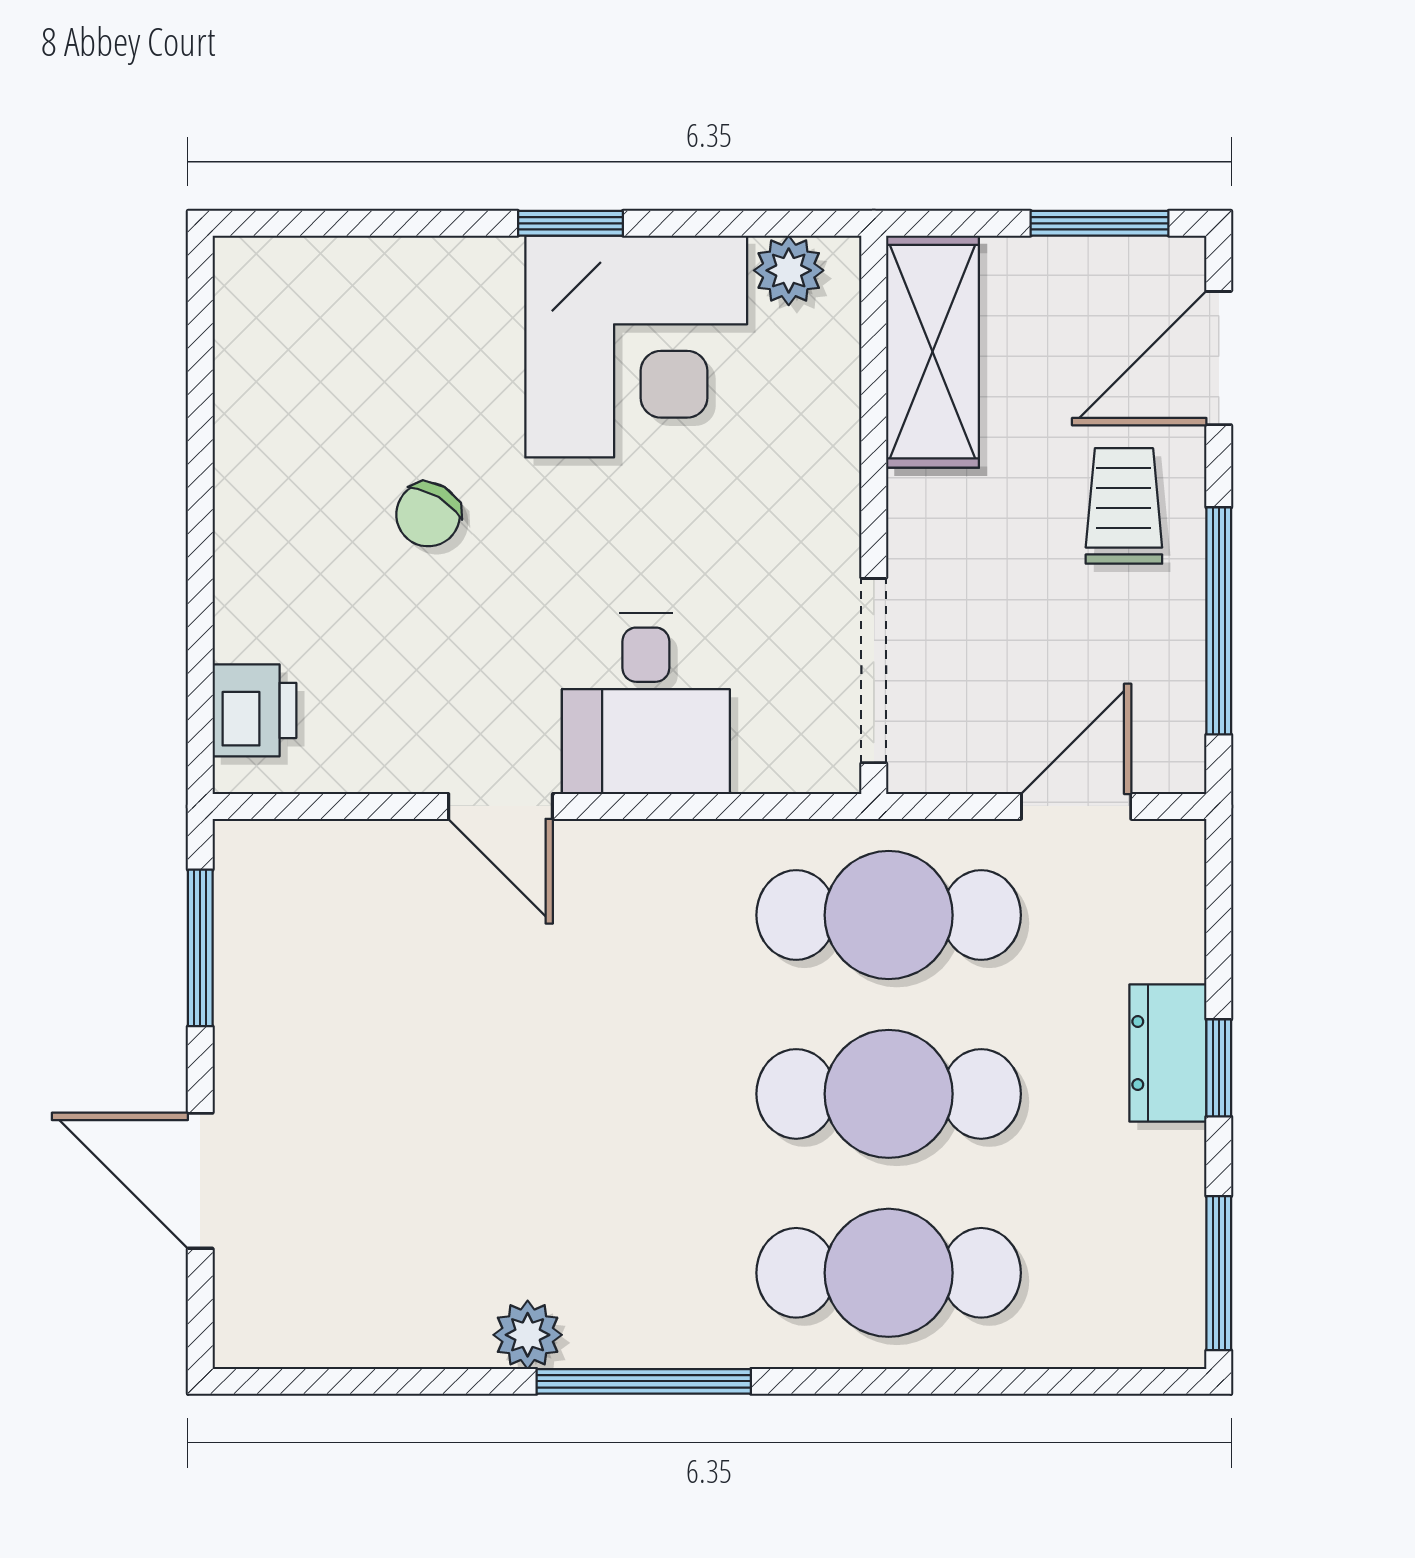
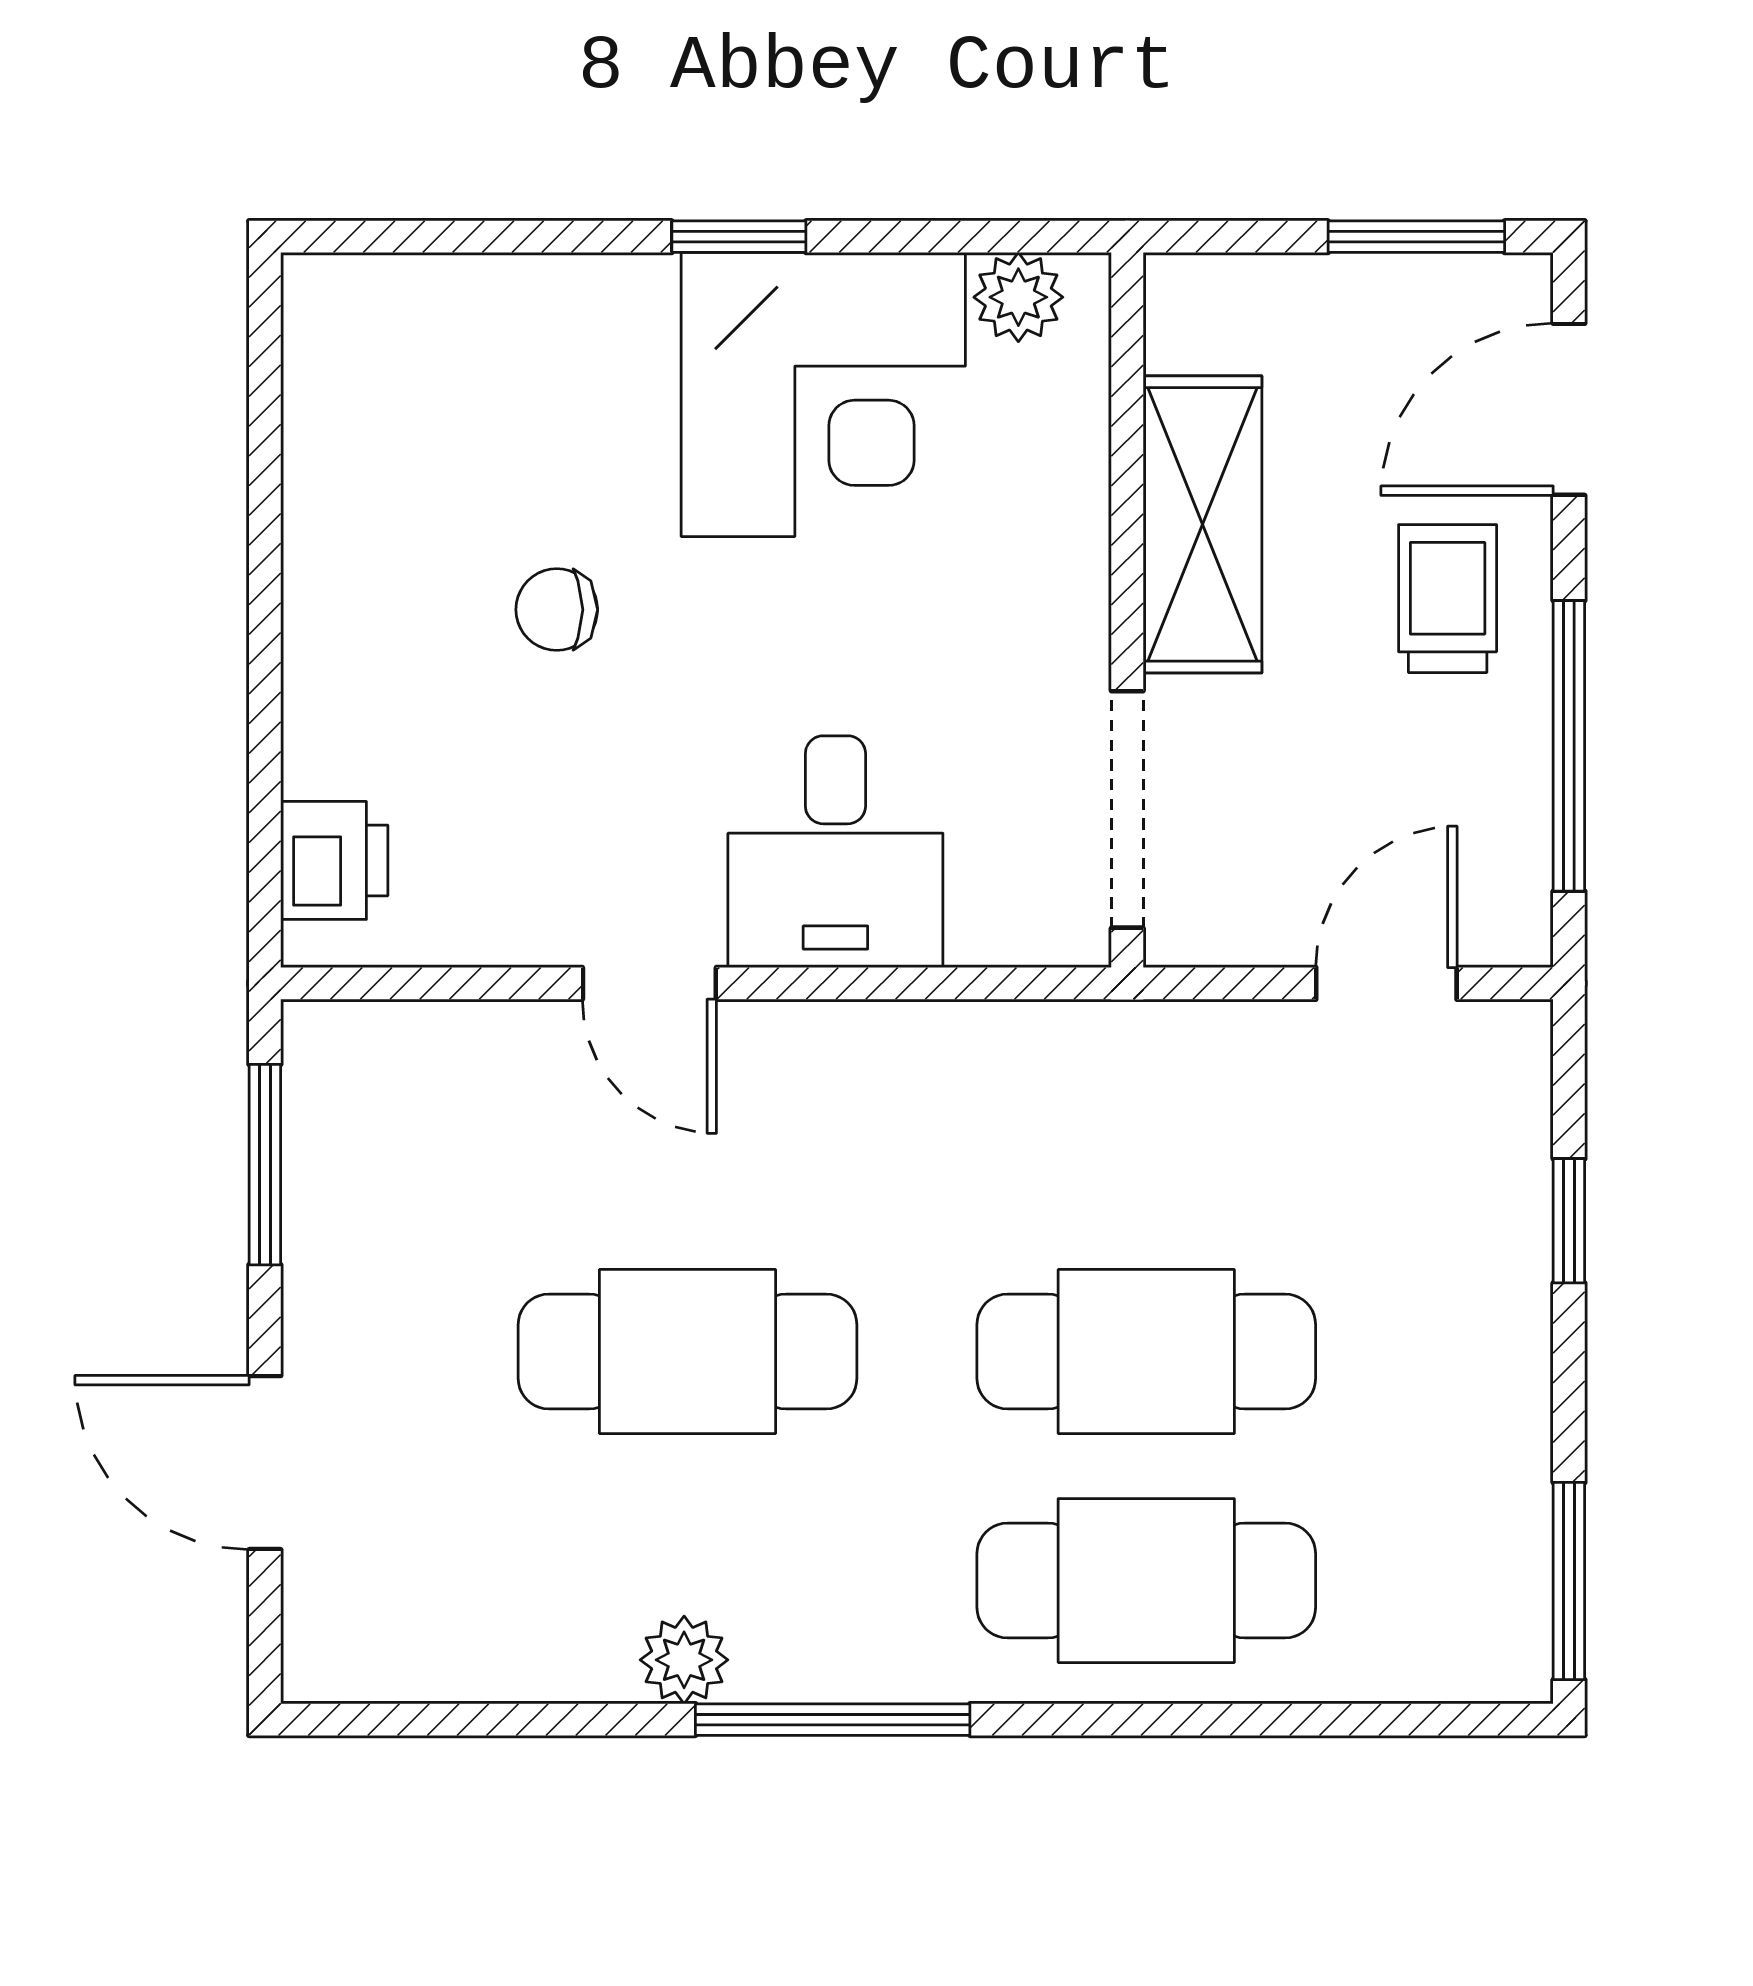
shelving: (932, 352) -> (1202, 524), moved
chair: (428, 514) -> (557, 610), turned 59
cafe table: (889, 915) -> (688, 1351), moved
dresser: (1168, 1053) -> (1504, 1299), removed
window: (1219, 1068) -> (1569, 1221), moved

